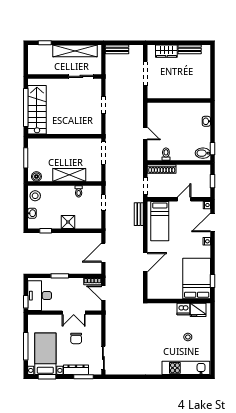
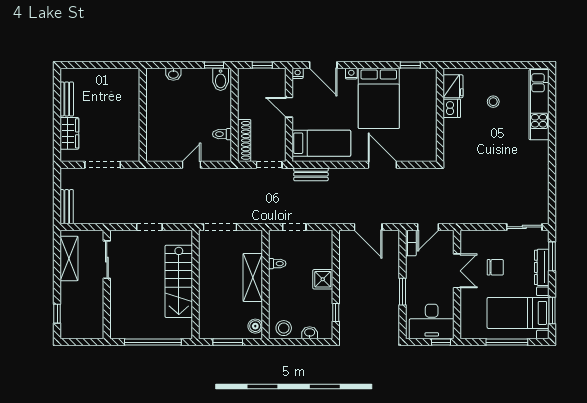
shelving: (75, 51) -> (69, 258), width x0.68
stairs: (37, 110) -> (179, 281), moved, turned -90
bed: (197, 279) -> (379, 98), moved, turned -90

